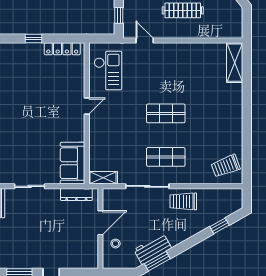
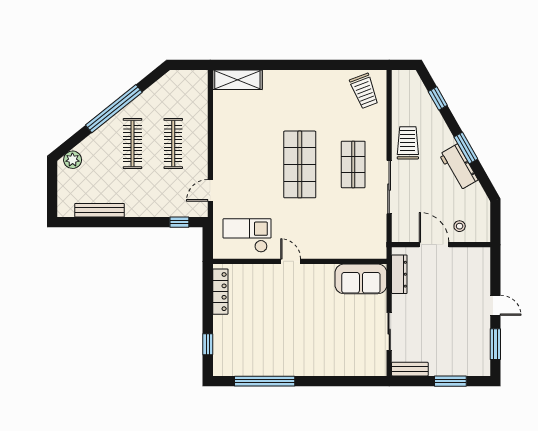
window: (34, 38) -> (208, 344), moved
shop shelf: (166, 113) -> (300, 164), width x1.43, depth x1.36
shelving: (103, 178) -> (379, 241), removed
trolley: (183, 201) -> (408, 143), turned 180
workbench: (153, 249) -> (459, 167), moved
window: (157, 261) -> (466, 148), moved

